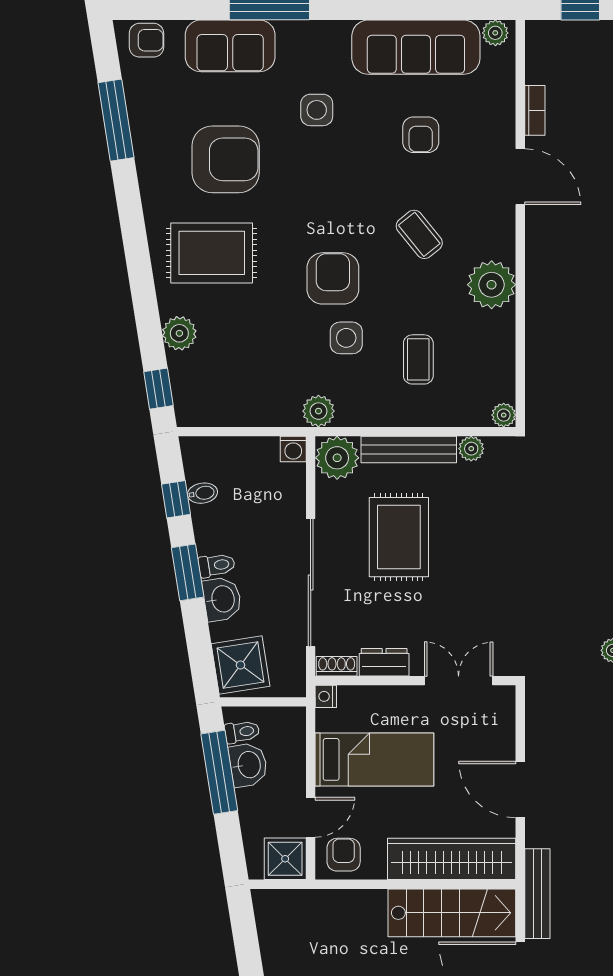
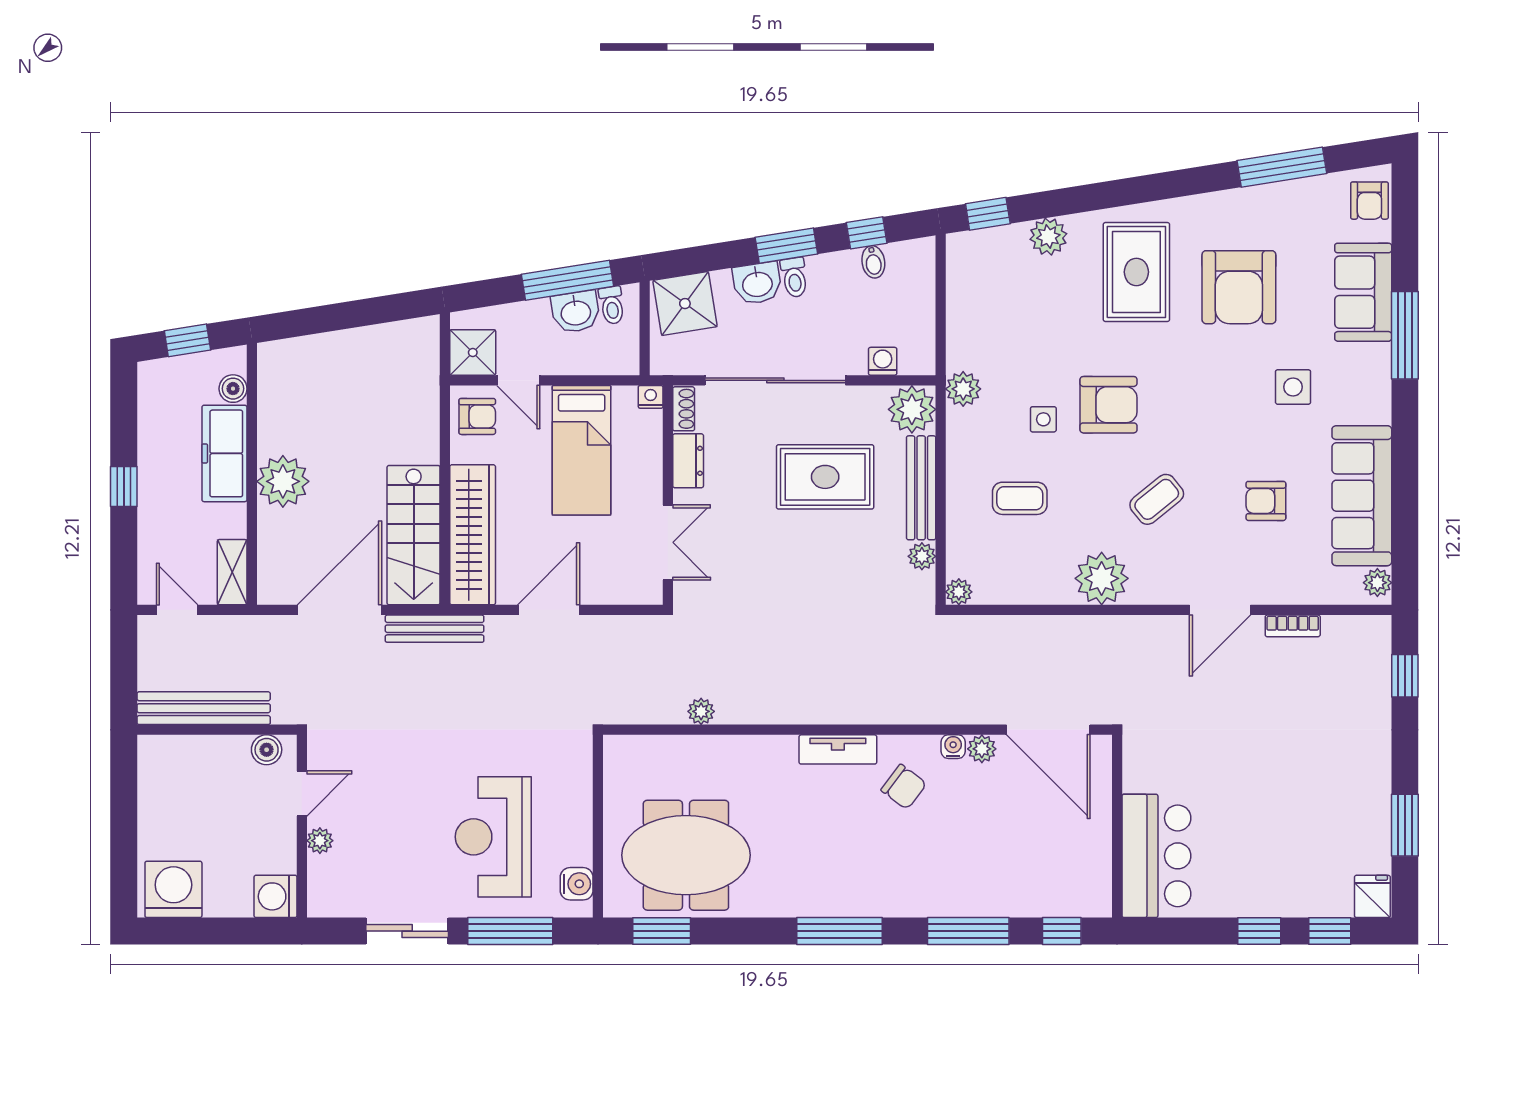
side table: (346, 338) -> (1043, 419), width x0.73, depth x0.73
washing machine: (293, 449) -> (883, 361), moved, turned 90

